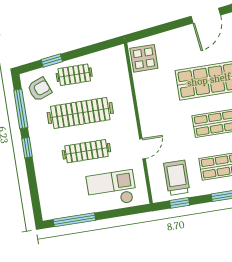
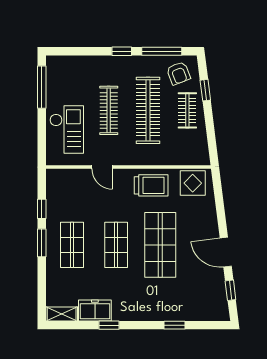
trolley: (177, 178) -> (151, 185), moved
window: (180, 203) -> (42, 209), moved

